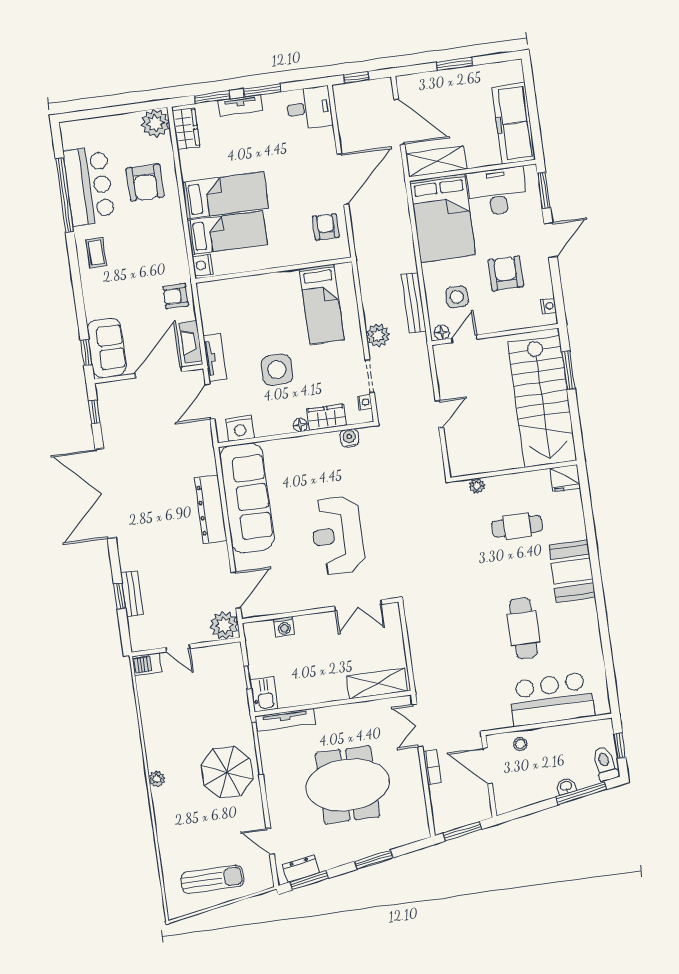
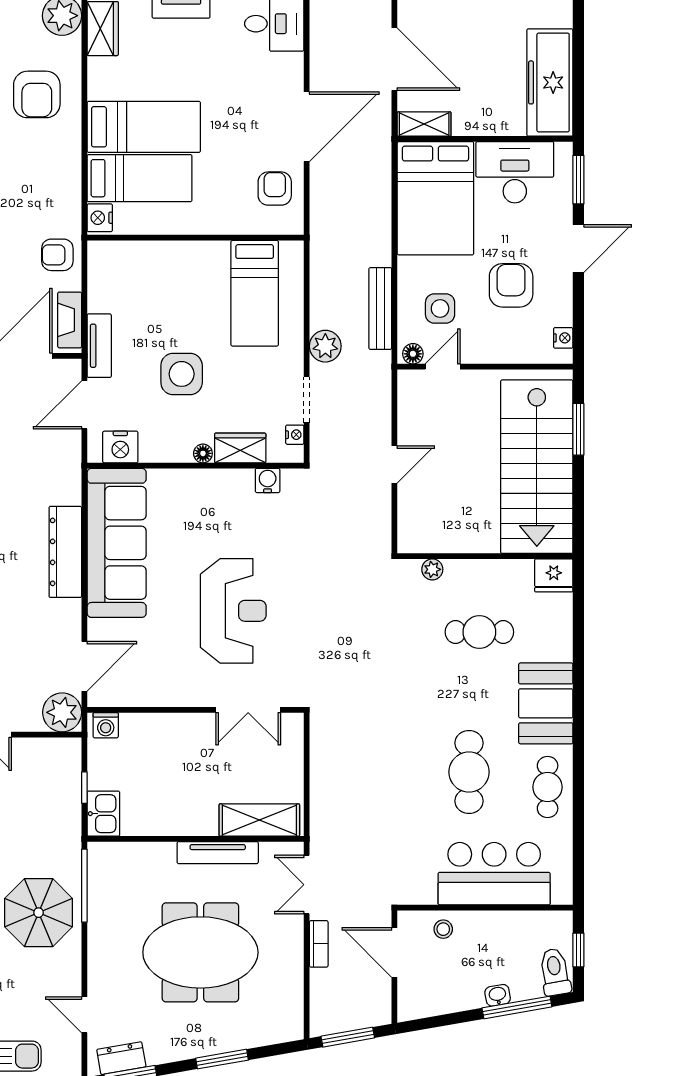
shelving: (436, 161) -> (424, 124), width x0.67, depth x0.75
reception desk: (338, 535) -> (233, 611), turned 180
washing machine: (284, 627) -> (106, 725), moved
cafe table: (582, 631) -> (548, 787), added
tv unit: (285, 720) -> (218, 853), moved

